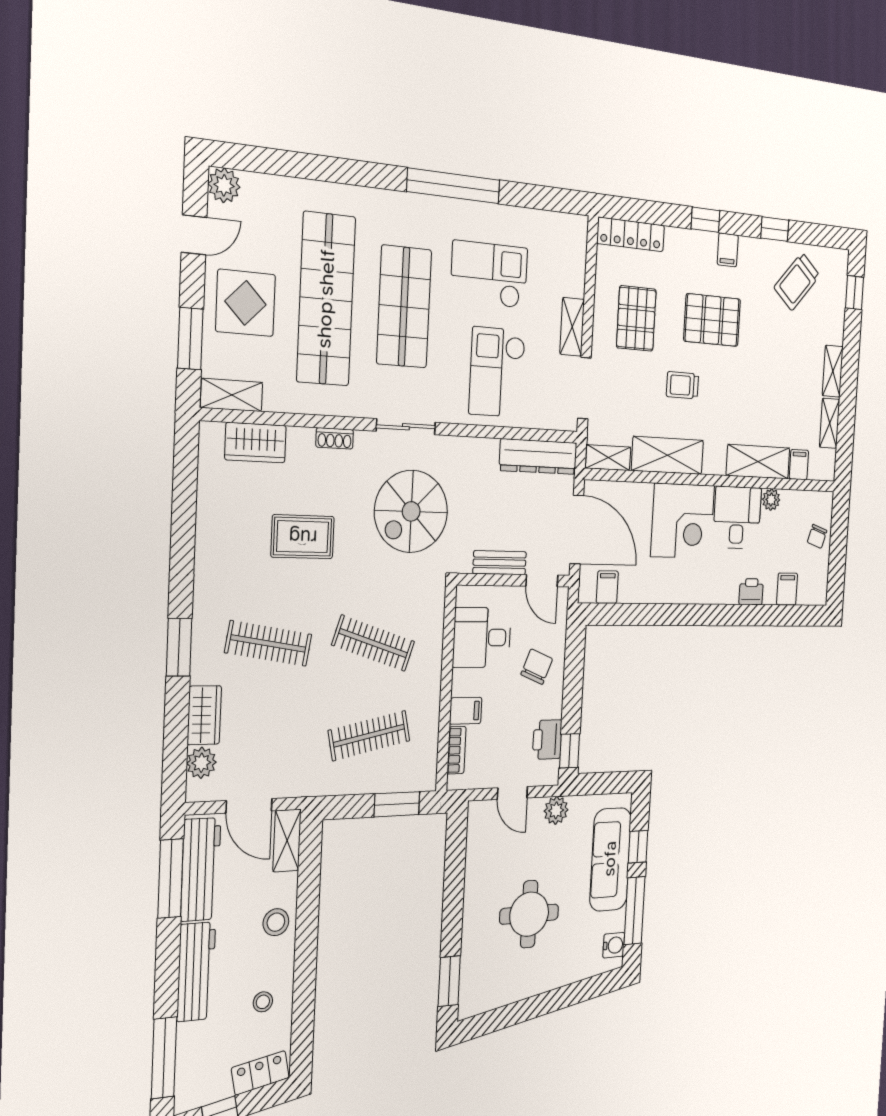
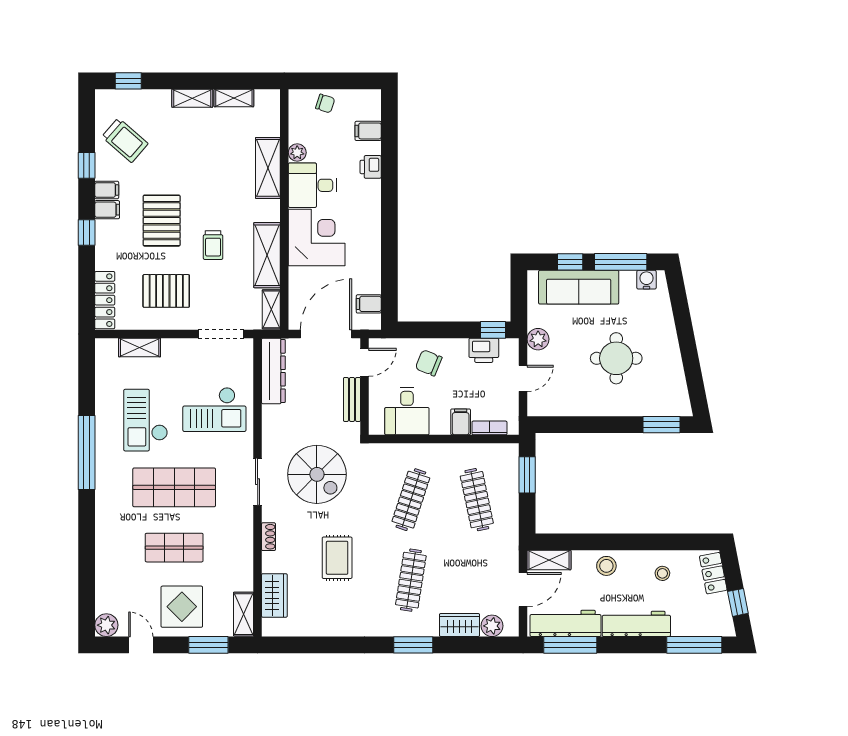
shop shelf: (326, 299) -> (174, 548), width x0.50, depth x0.74
shelving: (572, 327) -> (140, 348), moved
filing cabinet: (799, 465) -> (107, 190), moved, turned 180

